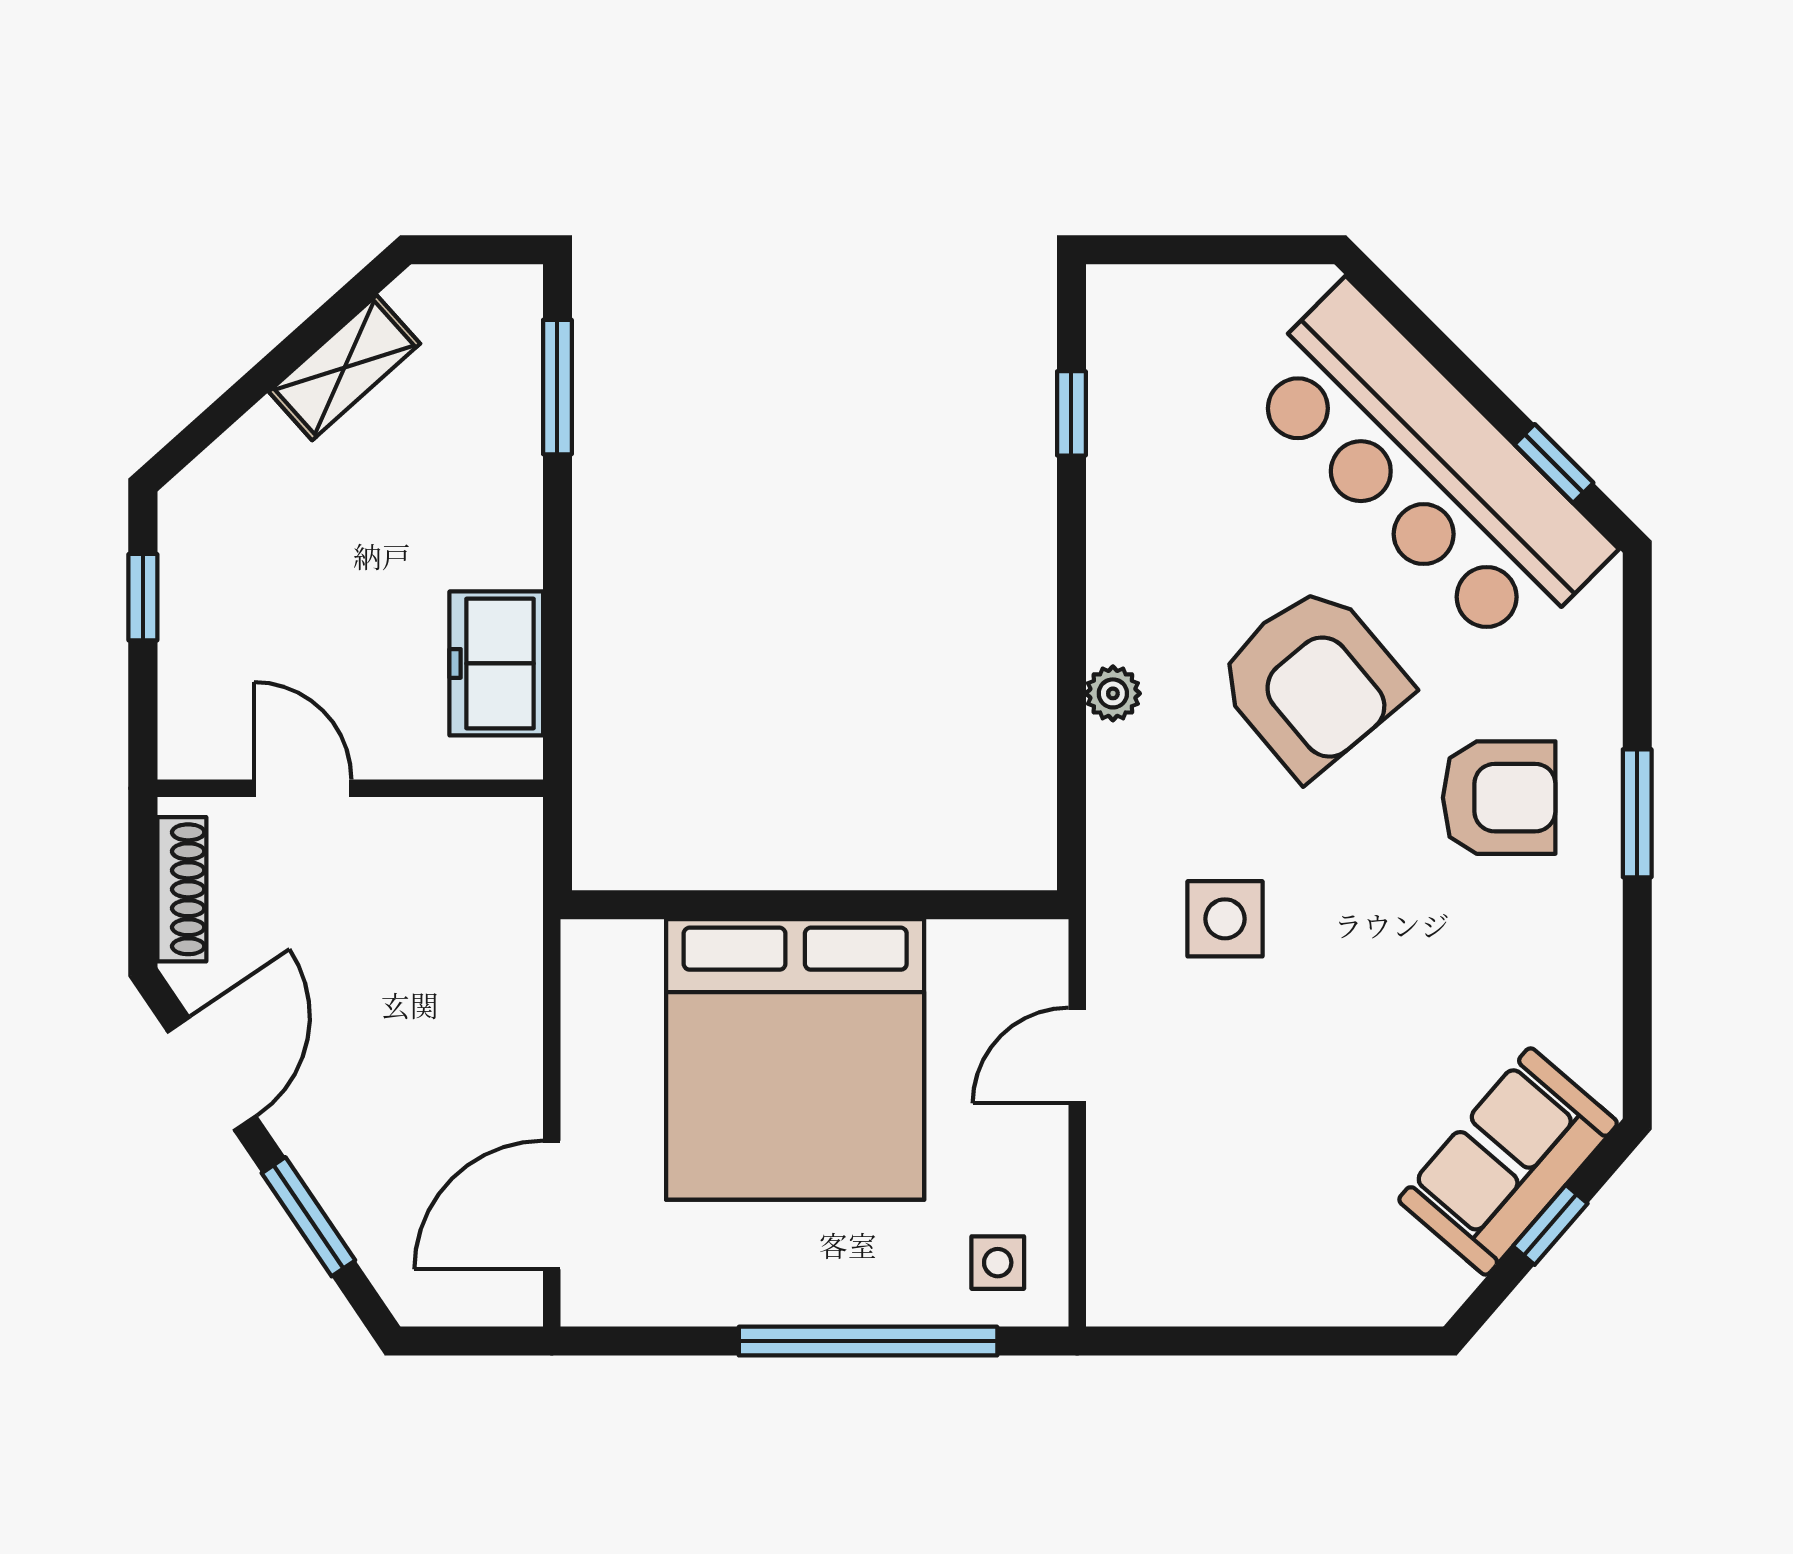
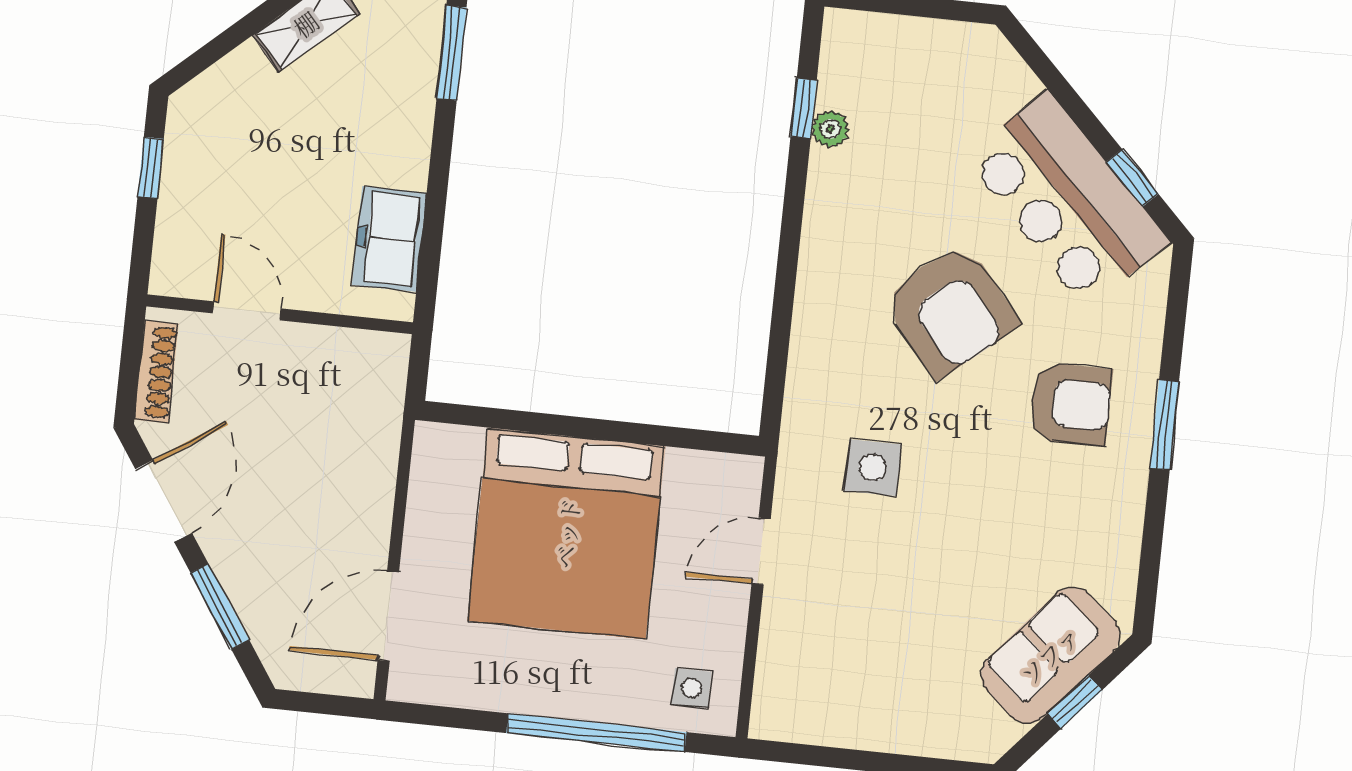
bar counter: (1427, 468) -> (1067, 199), width x0.73
plant: (1113, 693) -> (830, 129), moved

